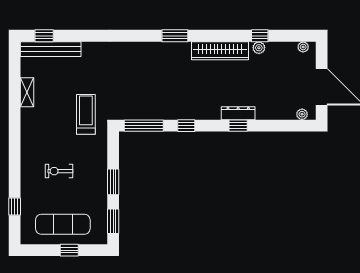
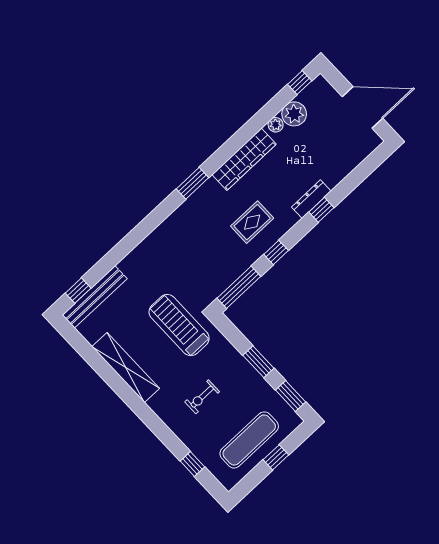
window: (260, 36) -> (300, 83), moved
plant: (303, 47) -> (294, 114), moved, width x1.88, depth x1.88
shelving: (27, 92) -> (126, 367), width x2.20, depth x1.33
rug: (189, 94) -> (252, 222), added
treadmill: (86, 114) -> (179, 325), width x1.37, depth x1.37
plant: (302, 114) -> (368, 147), removed

